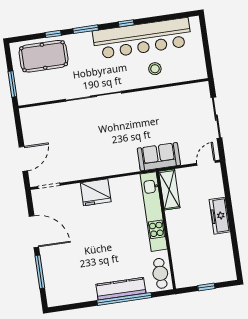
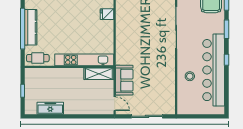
sofa: (159, 157) -> (124, 80), moved
fridge: (96, 192) -> (107, 14), width x0.53, depth x0.75
freezer: (220, 216) -> (50, 108), moved

